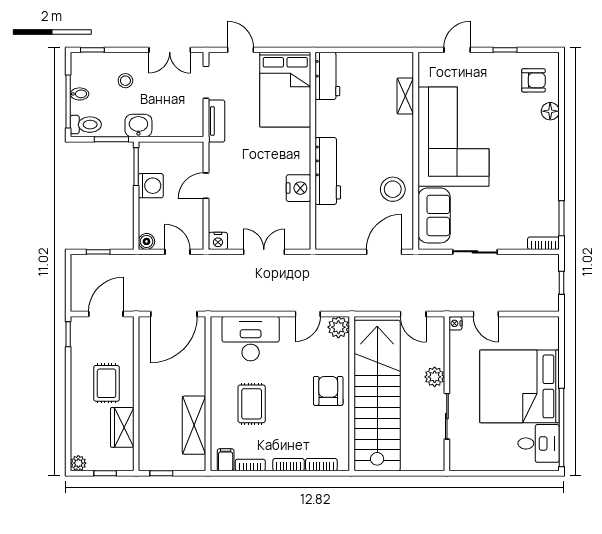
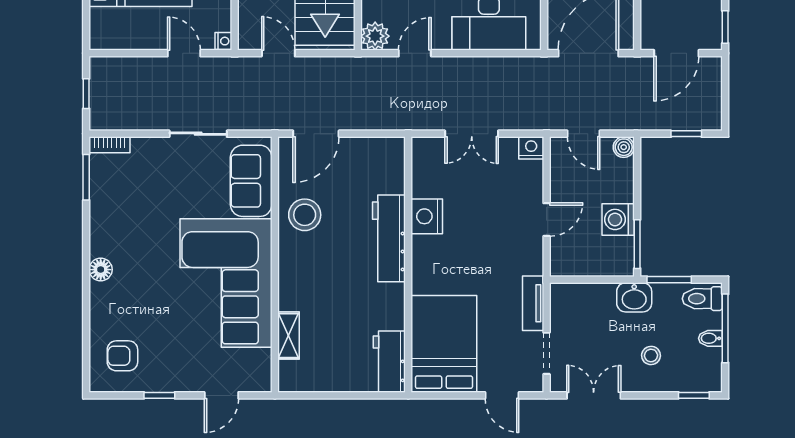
floor lamp: (550, 111) -> (101, 270), moved

